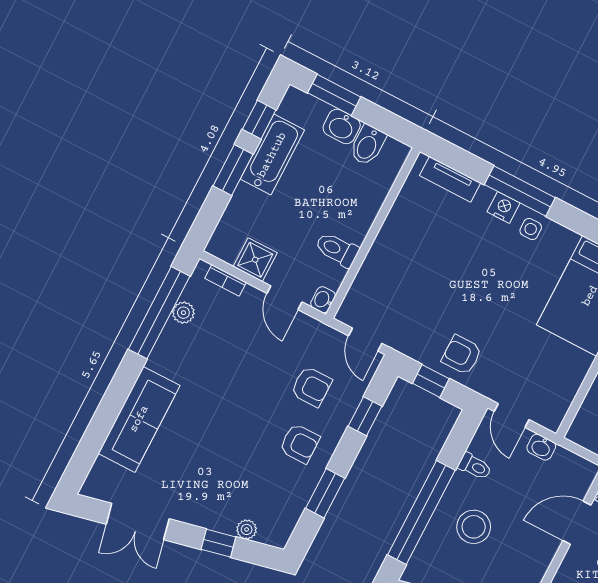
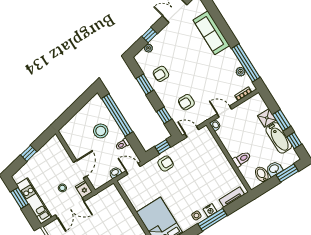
toilet: (337, 250) -> (242, 159), moved
shower: (255, 260) -> (267, 118), moved
armchair: (300, 443) -> (161, 74), moved

